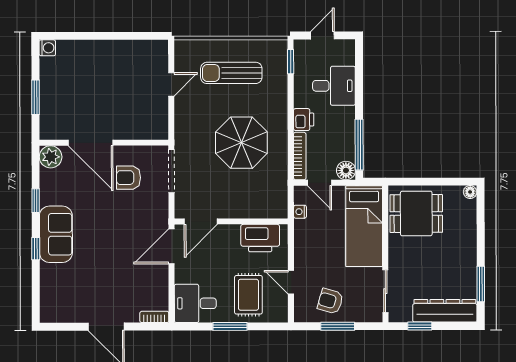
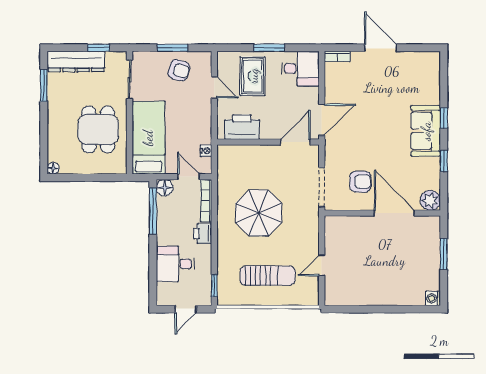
dining table: (416, 213) -> (98, 129), moved, turned 90

